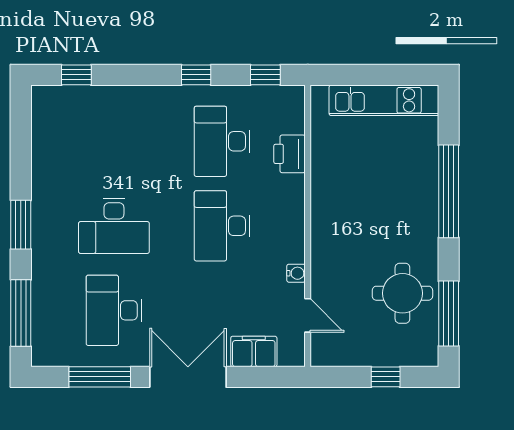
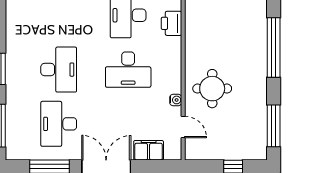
desk: (114, 226) -> (59, 70), turned -90
desk: (222, 226) -> (128, 70), turned -90
round table: (402, 293) -> (212, 89), moved

